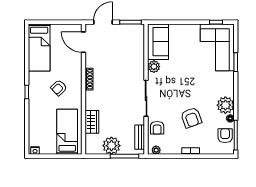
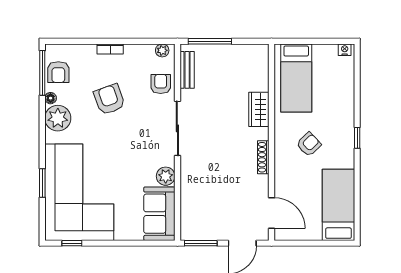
corner sofa: (217, 47) -> (79, 192), width x1.36, depth x1.36
wardrobe: (92, 122) -> (259, 109), moved
plant: (111, 146) -> (229, 57), removed

